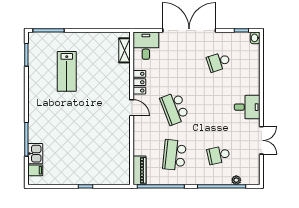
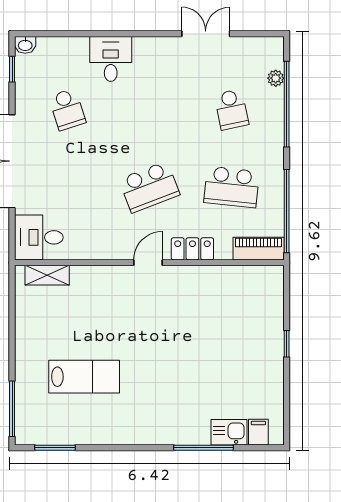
locker: (139, 82) -> (192, 249), moved
desk: (247, 107) -> (111, 59), moved

